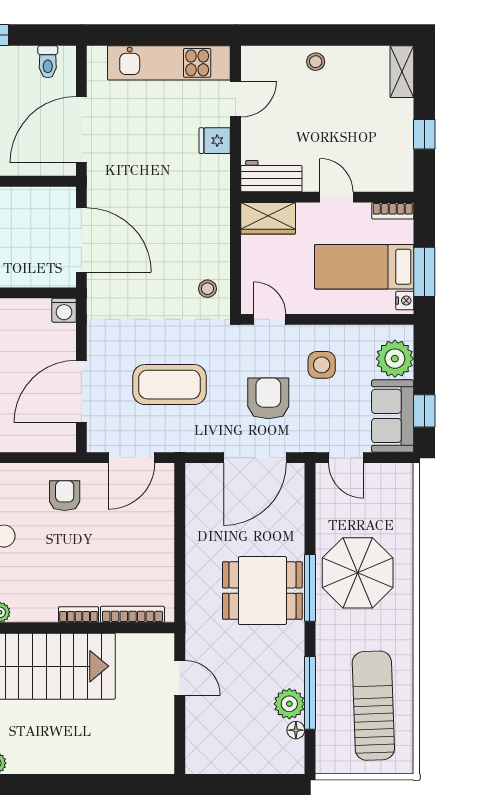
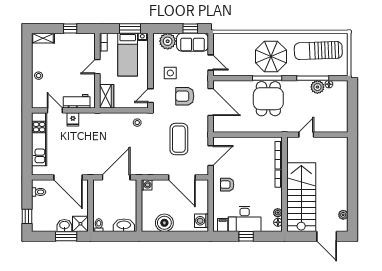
workbench: (271, 176) -> (77, 101), moved, turned 90
door: (131, 458) -> (211, 156), hinge flipped
door: (346, 458) -> (211, 62), hinge flipped
parasol: (358, 573) -> (271, 56), moved

